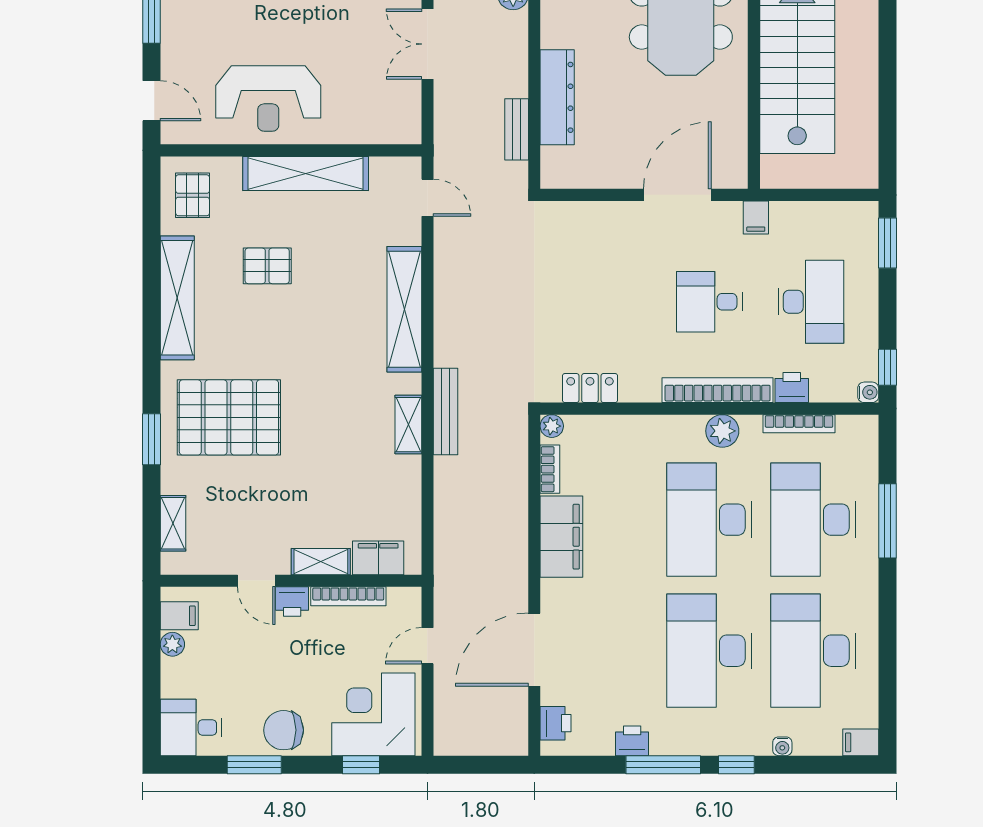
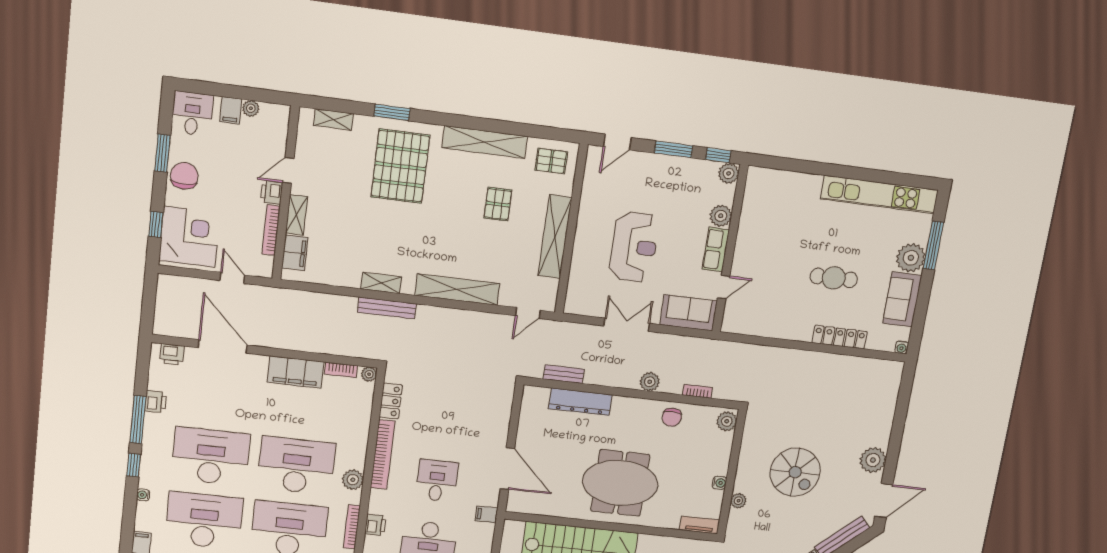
reception desk: (268, 98) -> (634, 247), moved, turned 180
bookcase: (718, 390) -> (383, 455), moved
filing cabinet: (179, 616) -> (231, 110), moved

